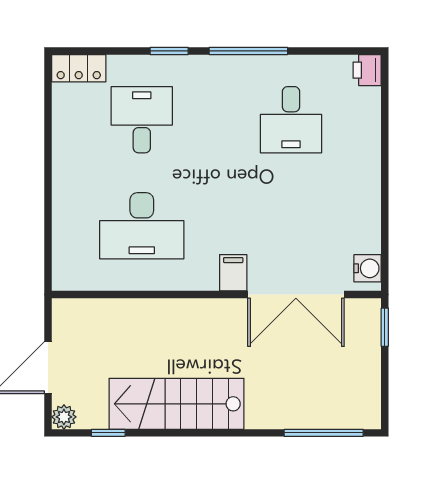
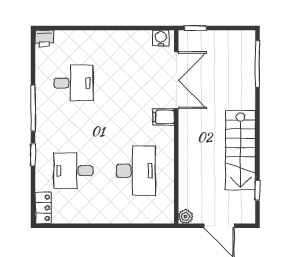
plant: (64, 417) -> (186, 216), moved

